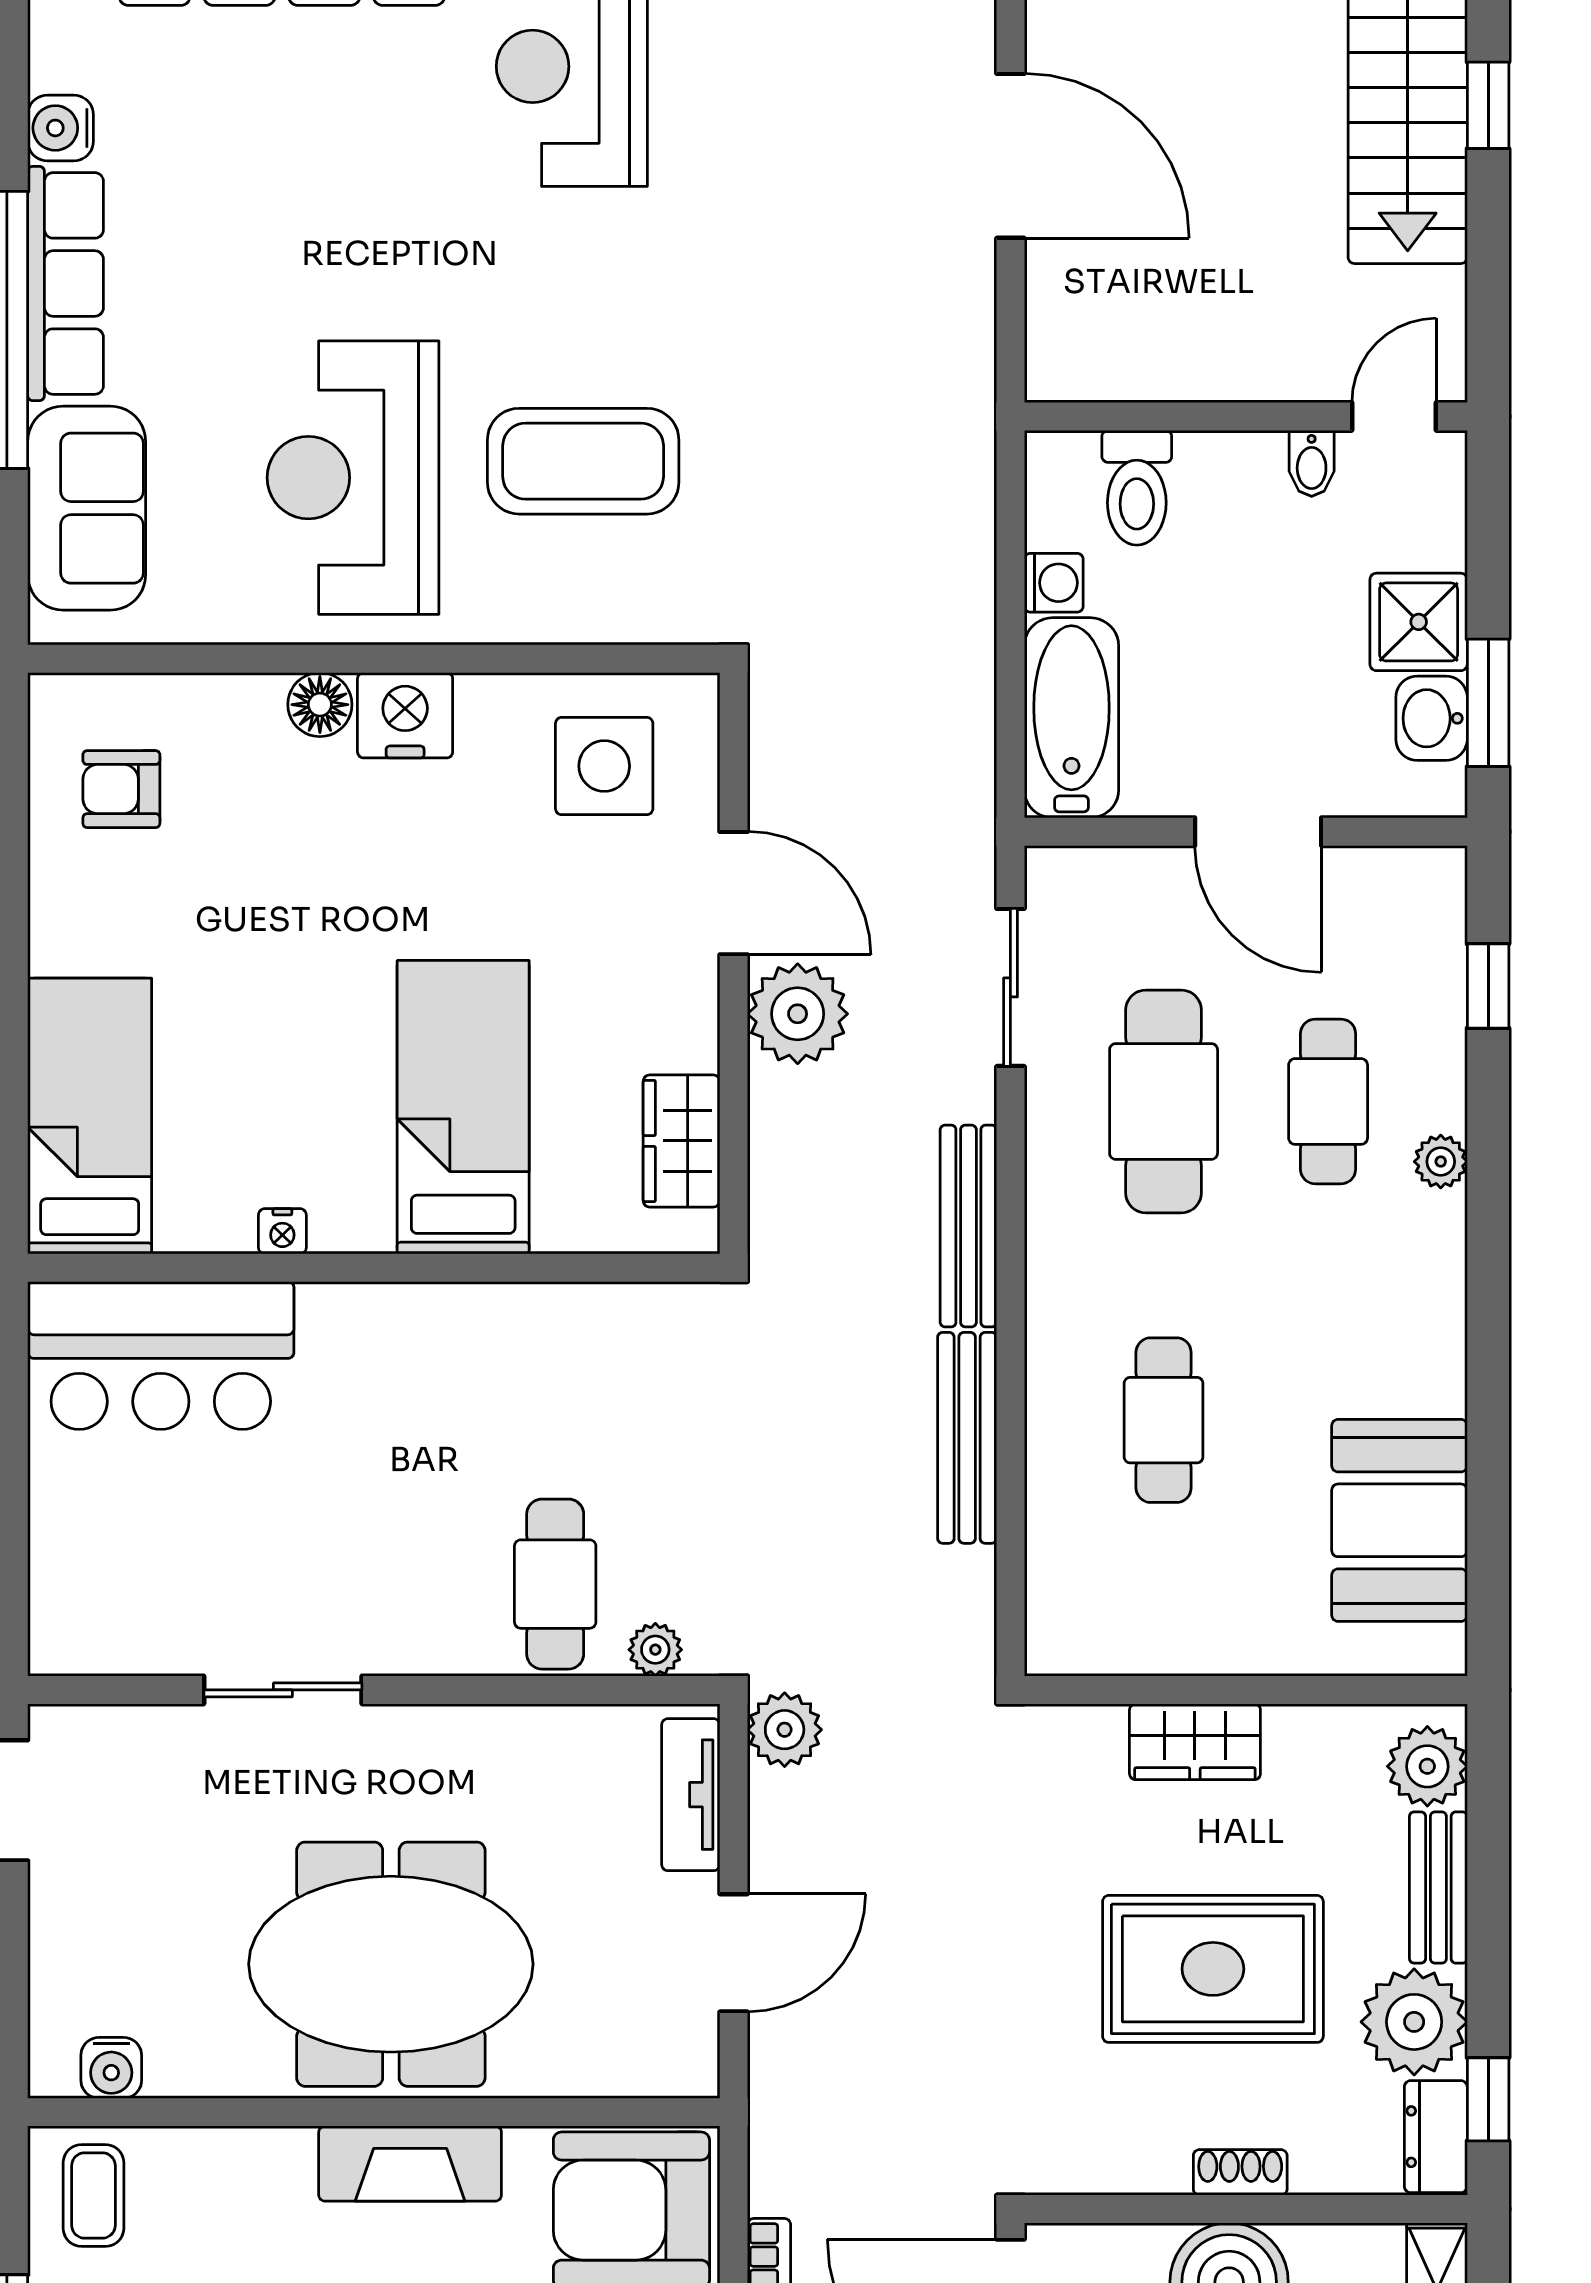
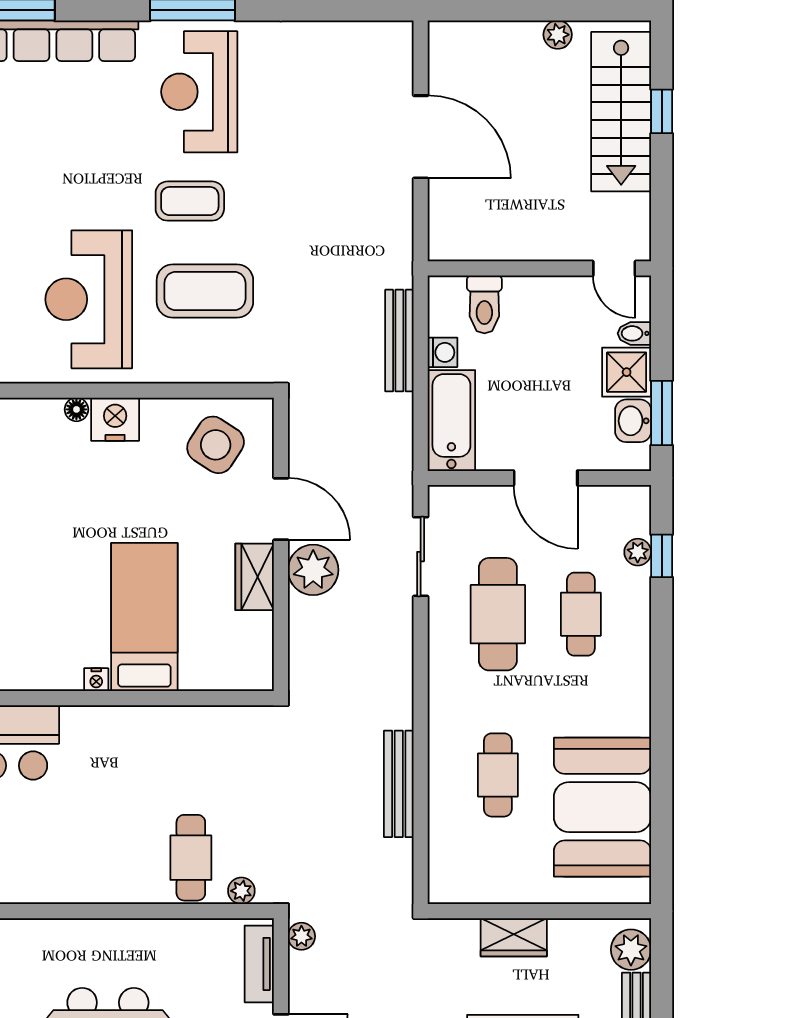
coffee table: (553, 283) -> (190, 201), added
door: (1394, 416) -> (614, 268), swing flipped
bidet: (1312, 463) -> (634, 333), moved, turned 90
floor lamp: (320, 705) -> (76, 409), width x0.73, depth x0.73
side table: (604, 766) -> (216, 445), turned 33
wardrobe: (682, 1141) -> (255, 577), moved
plant: (1441, 1162) -> (638, 552), moved
bench: (968, 1226) -> (399, 341), moved
nightstand: (282, 1231) -> (96, 680), moved
booth: (1399, 1520) -> (602, 807), width x1.36, depth x1.42
sliding door: (283, 1690) -> (53, 911), removed
plant: (785, 1730) -> (301, 936), width x0.73, depth x0.73

